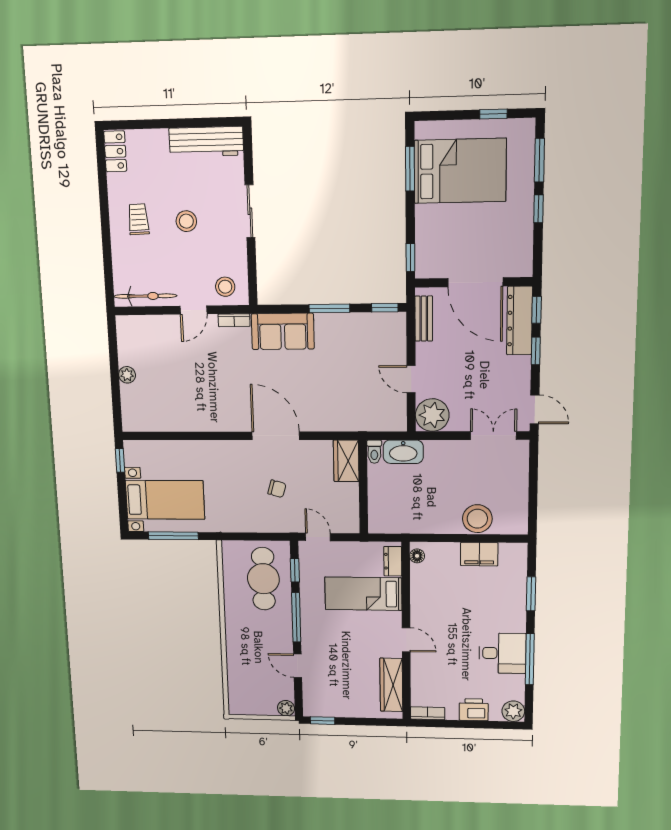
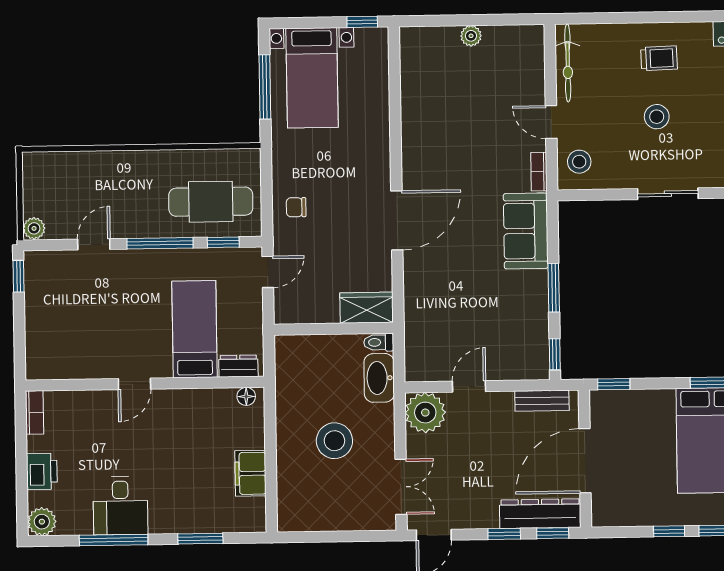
chair: (277, 489) -> (296, 207), moved, turned 74
stool: (477, 519) -> (334, 441), moved
wardrobe: (391, 685) -> (72, 365), removed

